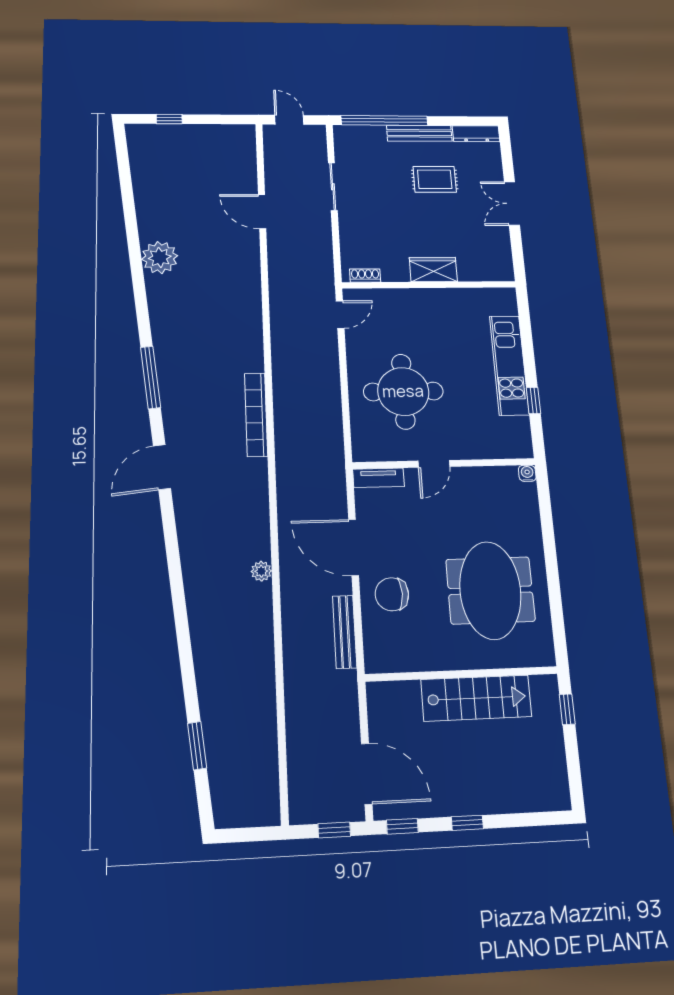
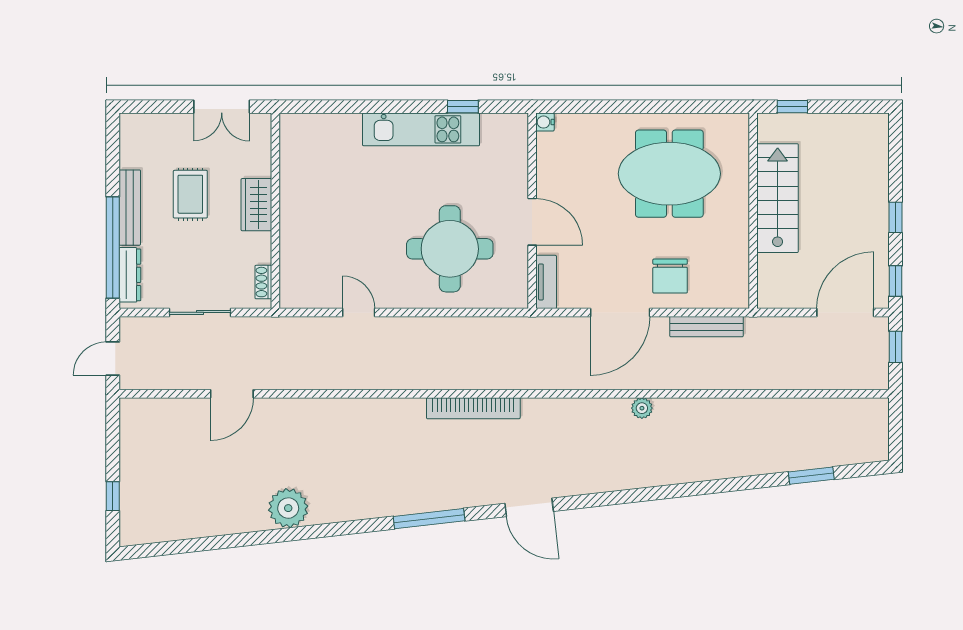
dresser: (476, 134) -> (130, 275), moved
wardrobe: (433, 269) -> (256, 205), moved
shoe rack: (365, 276) -> (263, 282), moved
wall: (429, 285) -> (275, 211), moved
door: (434, 464) -> (532, 222), width x1.38

